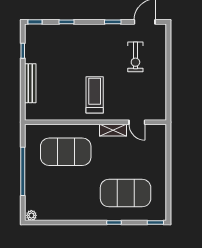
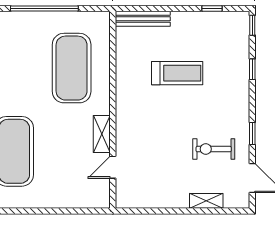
shelving: (161, 55) -> (206, 201), added
exercise bike: (135, 57) -> (214, 149), moved
bench: (30, 83) -> (143, 19), moved
treadmill: (95, 95) -> (177, 73), moved

